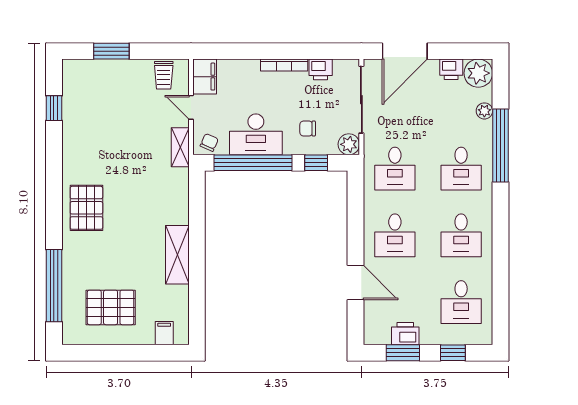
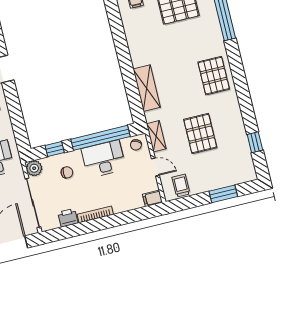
filing cabinet: (205, 77) -> (152, 198), width x0.50
pallet: (122, 137) -> (200, 134), added
shelving: (177, 255) -> (147, 88), moved

